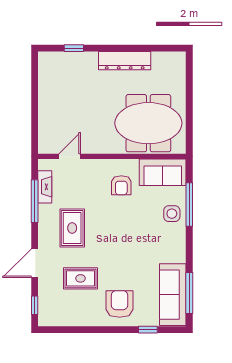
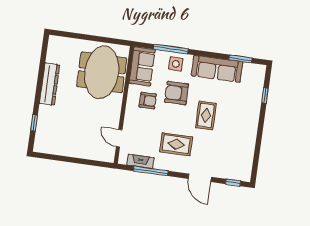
rug: (80, 278) -> (206, 115), moved
window: (189, 293) -> (240, 59), width x0.69
sofa: (173, 295) -> (217, 69), moved
armchair: (120, 304) -> (177, 93), moved

